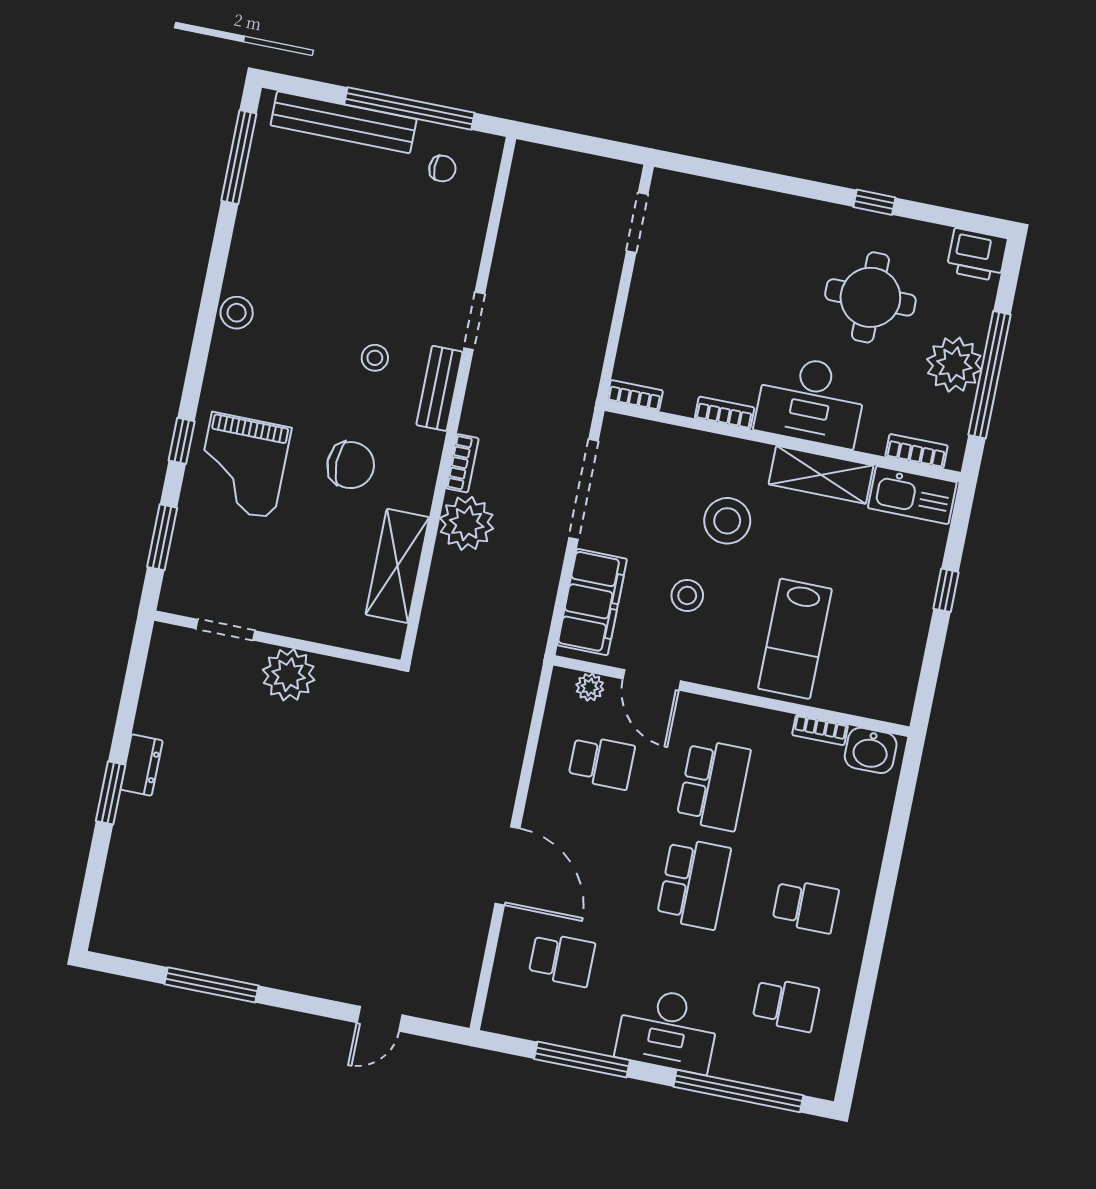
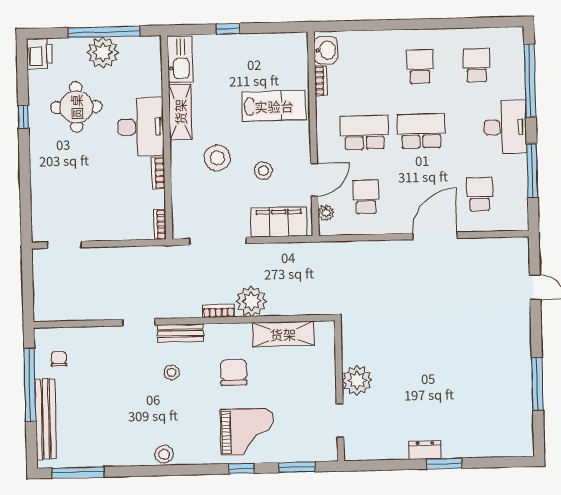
bookcase: (917, 451) -> (155, 62), removed

